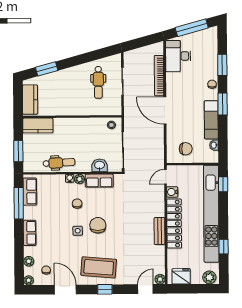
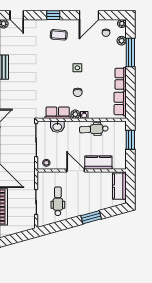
window: (47, 69) -> (91, 217), moved
door: (79, 117) -> (76, 171), added
kitchen counter: (38, 126) -> (98, 163), moved
window: (19, 203) -> (130, 53), moved
chair: (98, 225) -> (59, 73), removed
row of seats: (30, 233) -> (121, 79), moved
coffee table: (99, 267) -> (59, 35), width x0.54, depth x0.58
door: (145, 289) -> (17, 15), hinge flipped
door: (65, 290) -> (89, 15), hinge flipped

